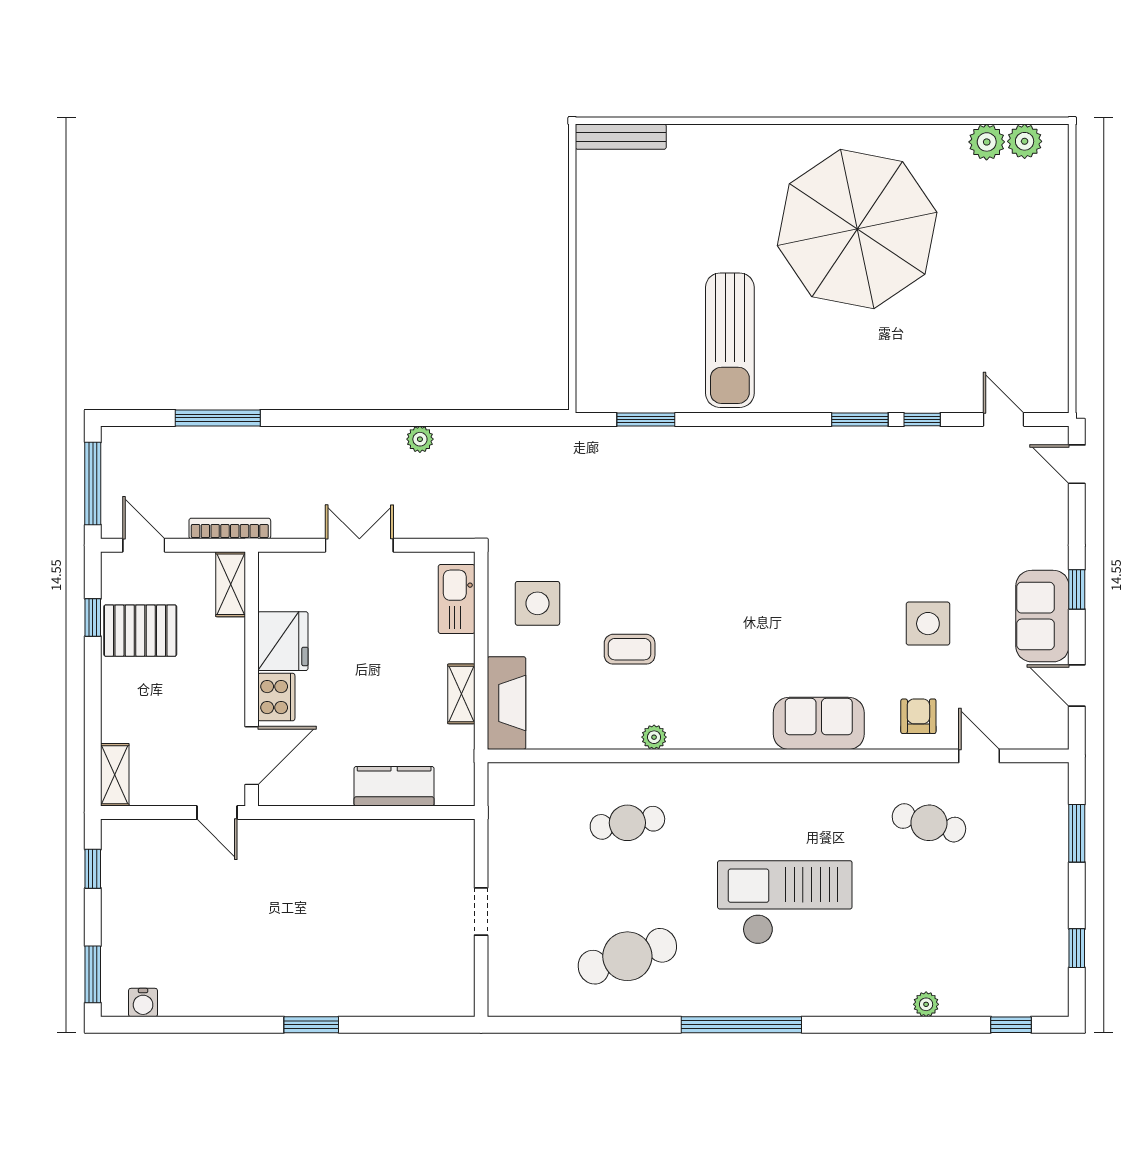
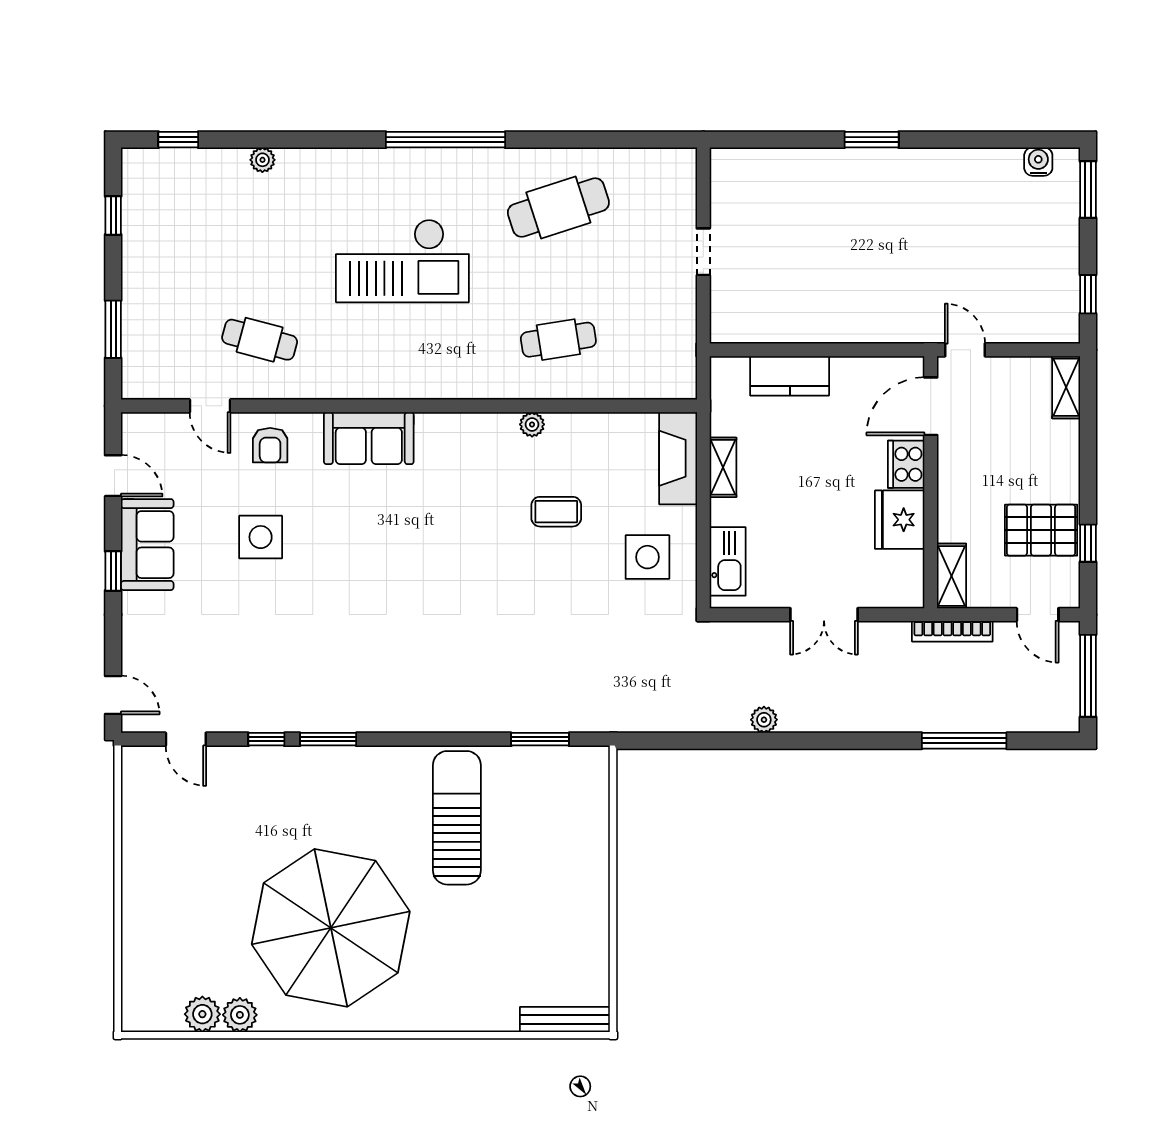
plant: (1025, 141) -> (240, 1015), moved

